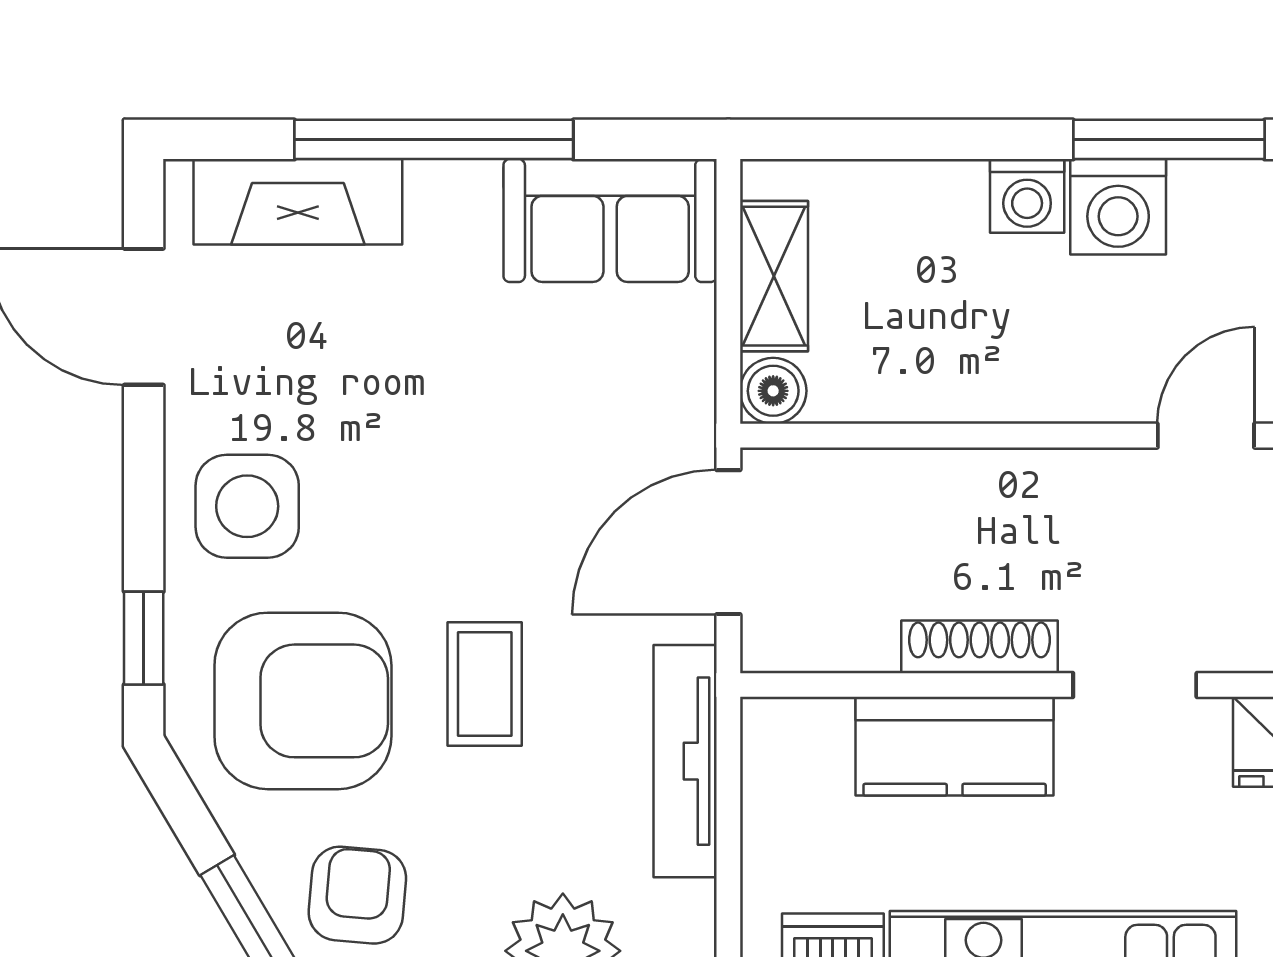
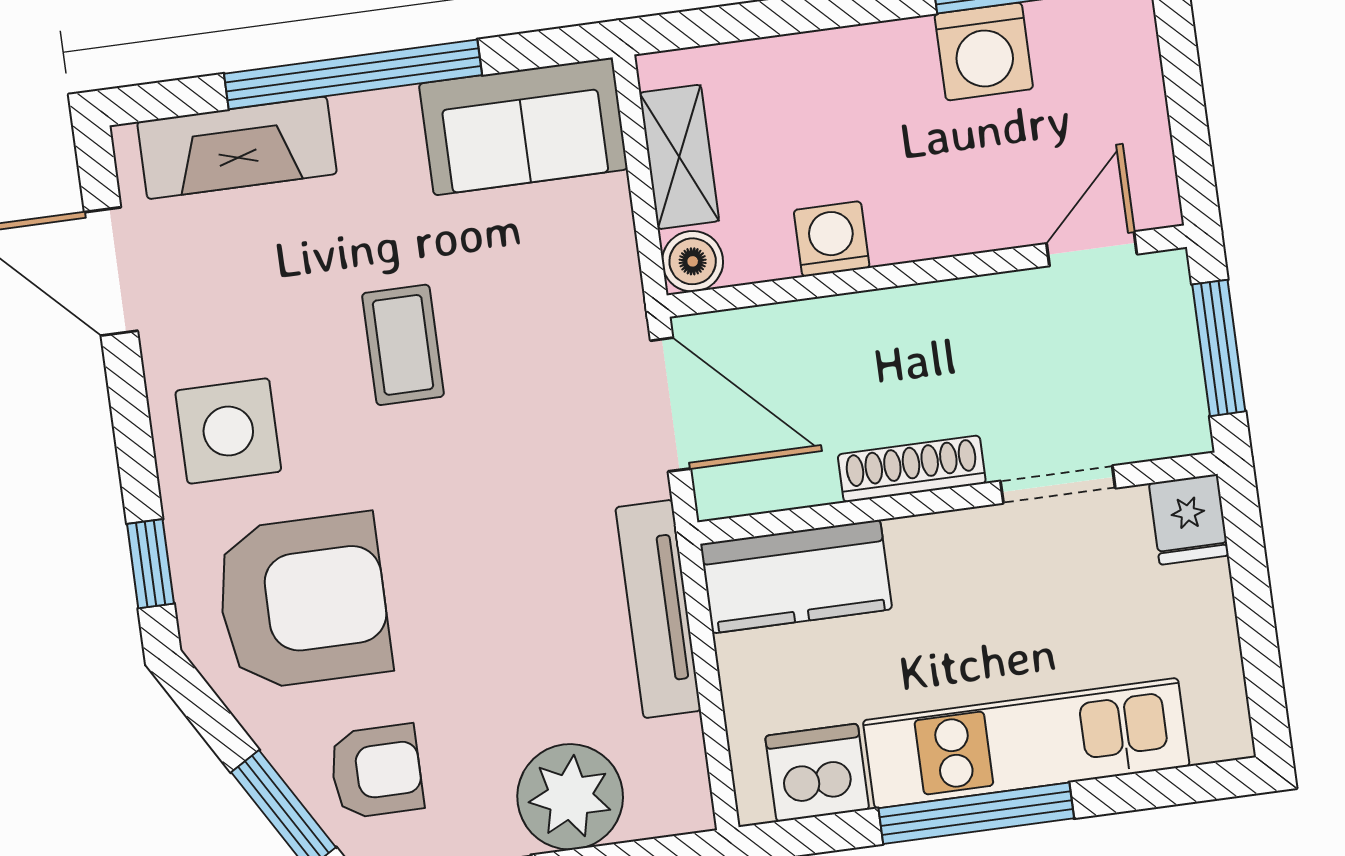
washing machine: (1027, 196) -> (832, 239), moved, turned 180
door: (728, 542) -> (670, 405), swing flipped
coffee table: (485, 684) -> (403, 345), moved
kitchen counter: (955, 746) -> (796, 577), moved
armchair: (357, 895) -> (376, 771), turned 85

